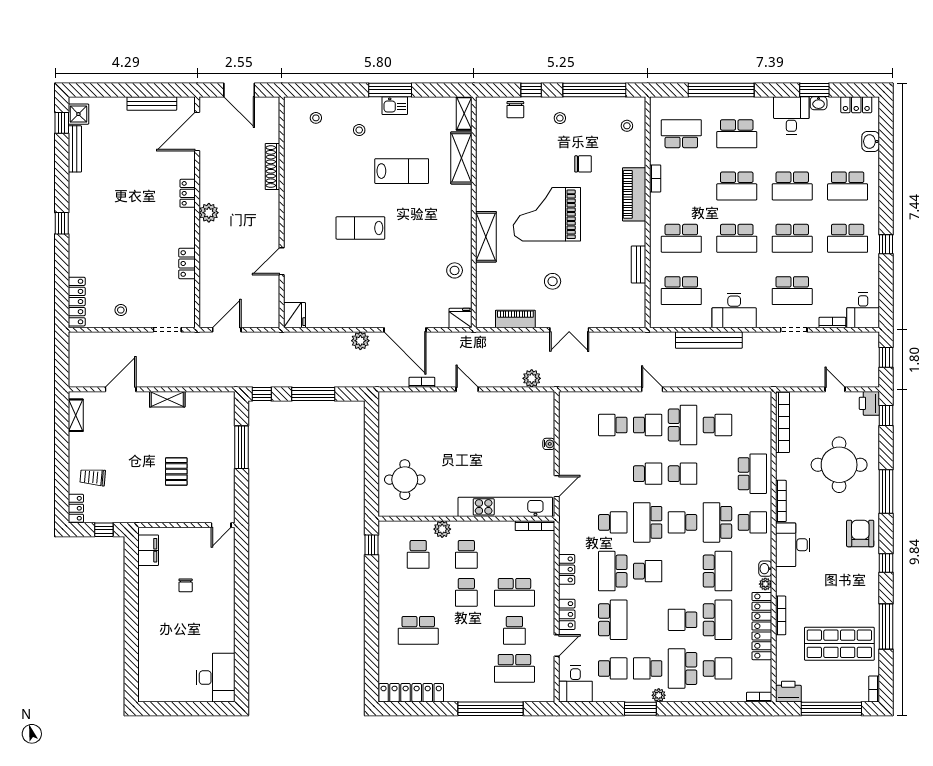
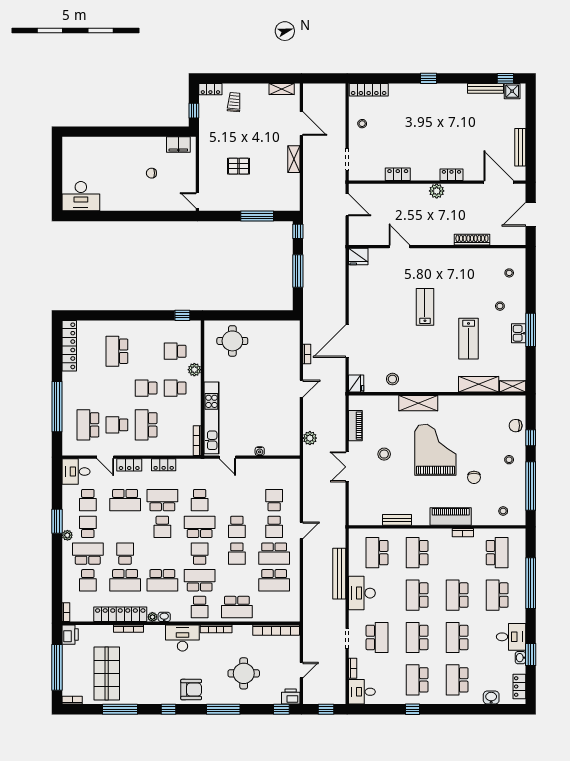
school desk: (792, 291) -> (377, 637), turned 180
plant: (360, 341) -> (339, 307), removed
school desk: (717, 425) -> (274, 580), width x1.85
round table: (839, 465) -> (244, 673), width x0.73, depth x0.73

